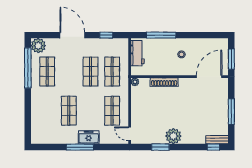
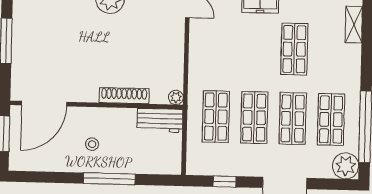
window: (161, 35) -> (109, 179), moved
workbench: (137, 53) -> (160, 120), moved, turned -90
shop shelf: (112, 111) -> (293, 119), moved
shelving: (36, 125) -> (354, 25), added

